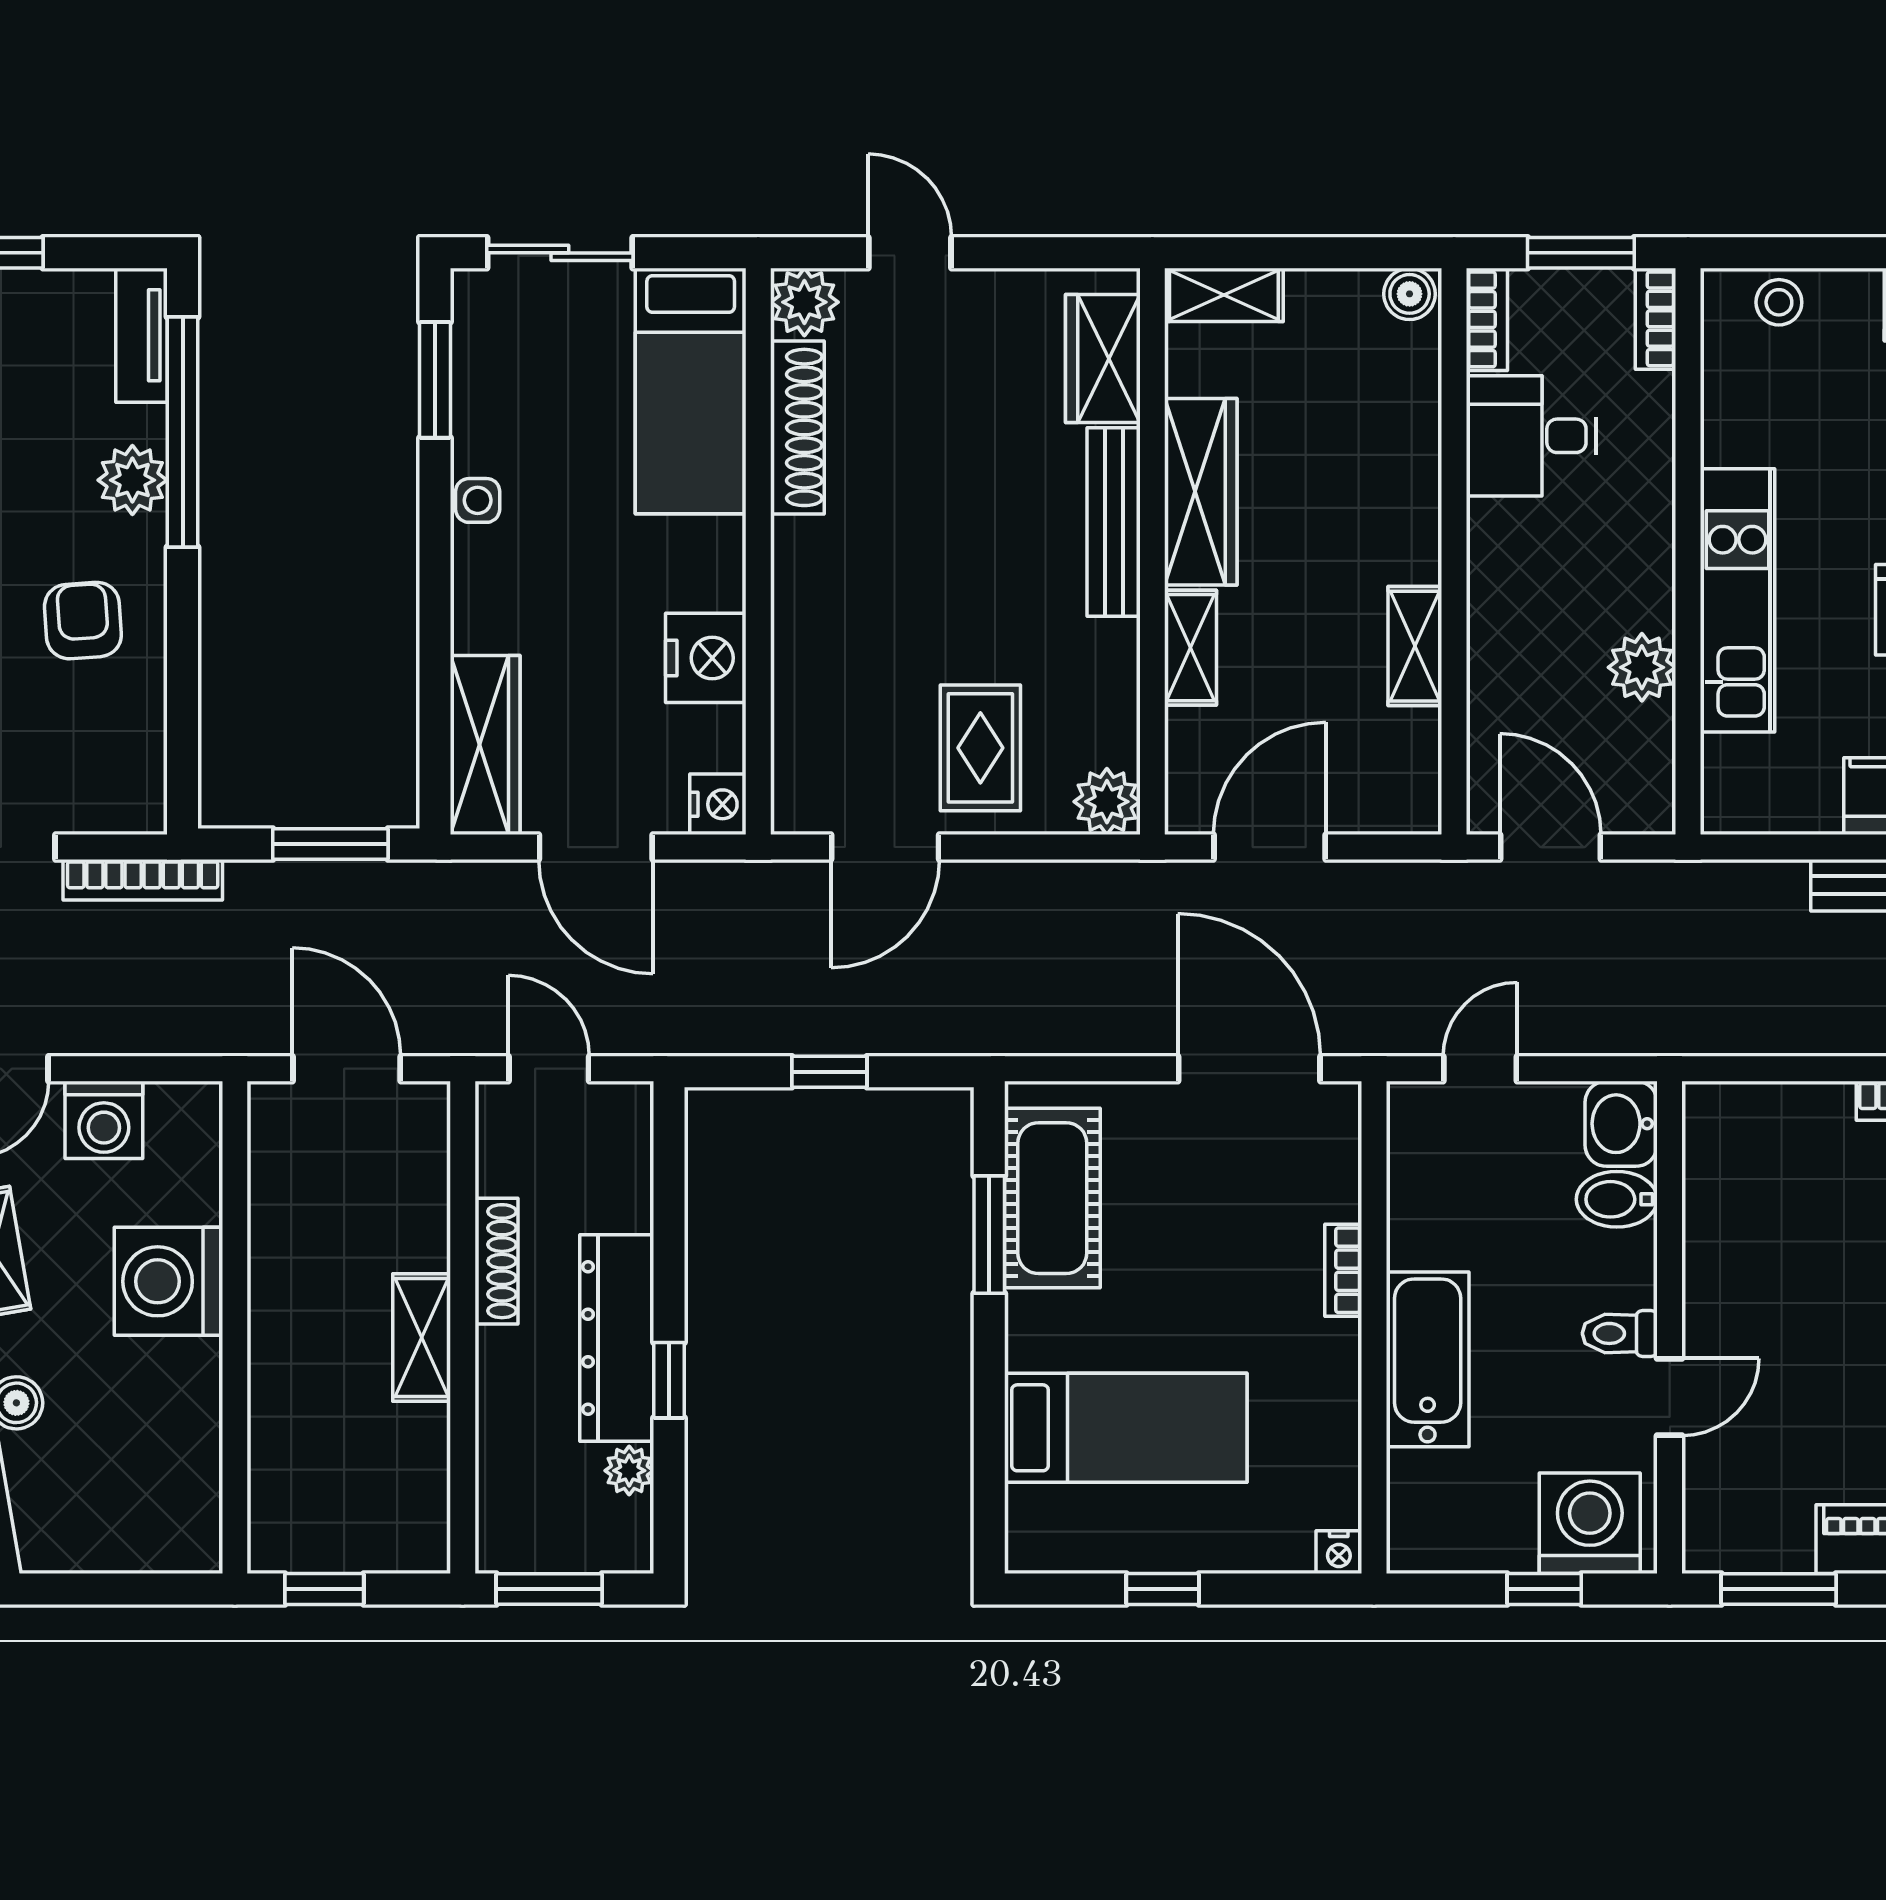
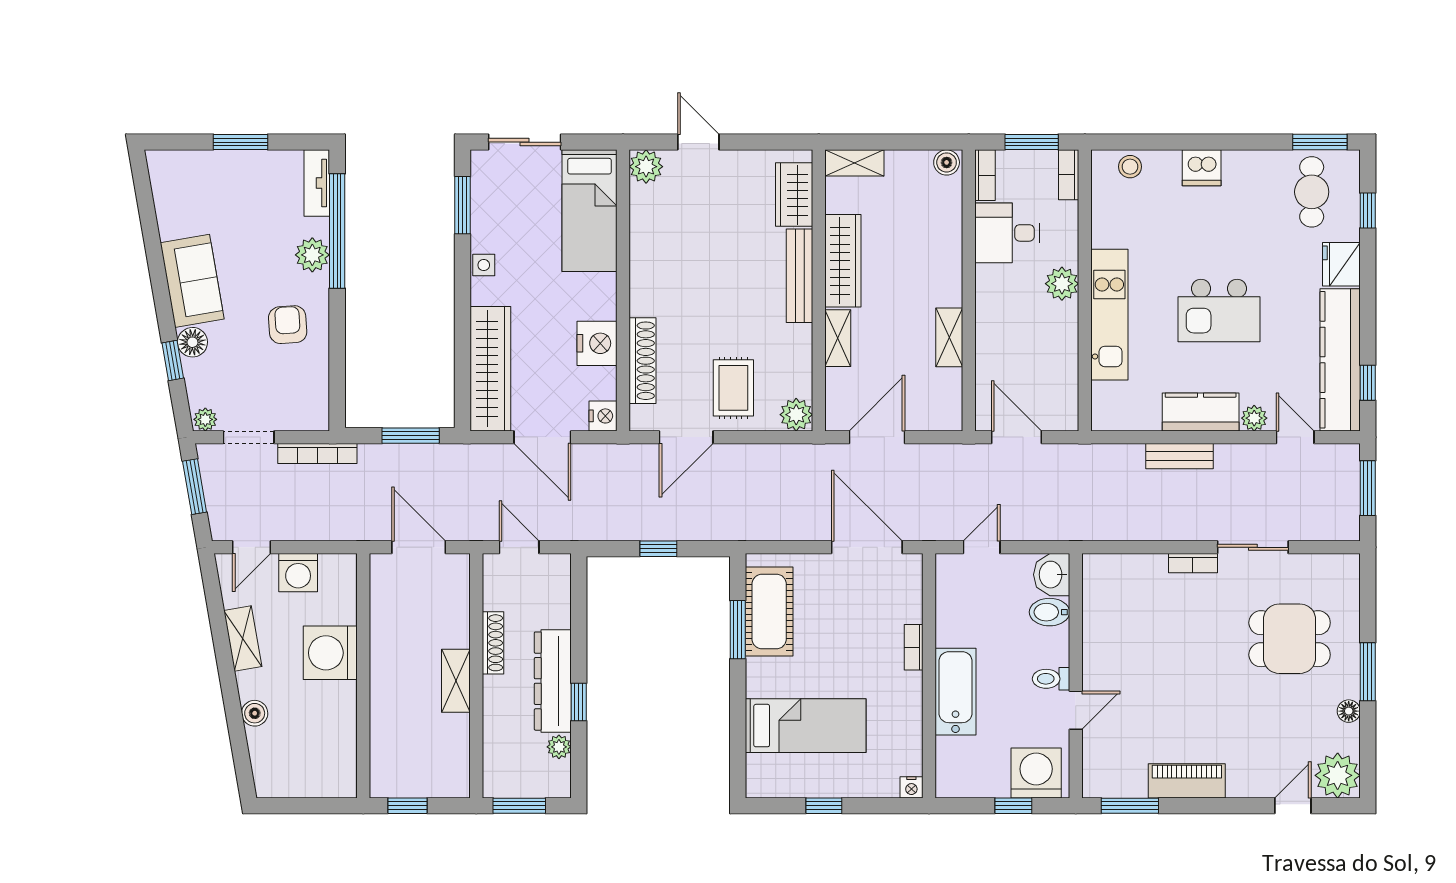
shoe rack: (797, 427) -> (642, 361), moved
plant: (1642, 667) -> (1062, 284), moved
wardrobe: (485, 745) -> (490, 369), width x1.40, depth x1.17

